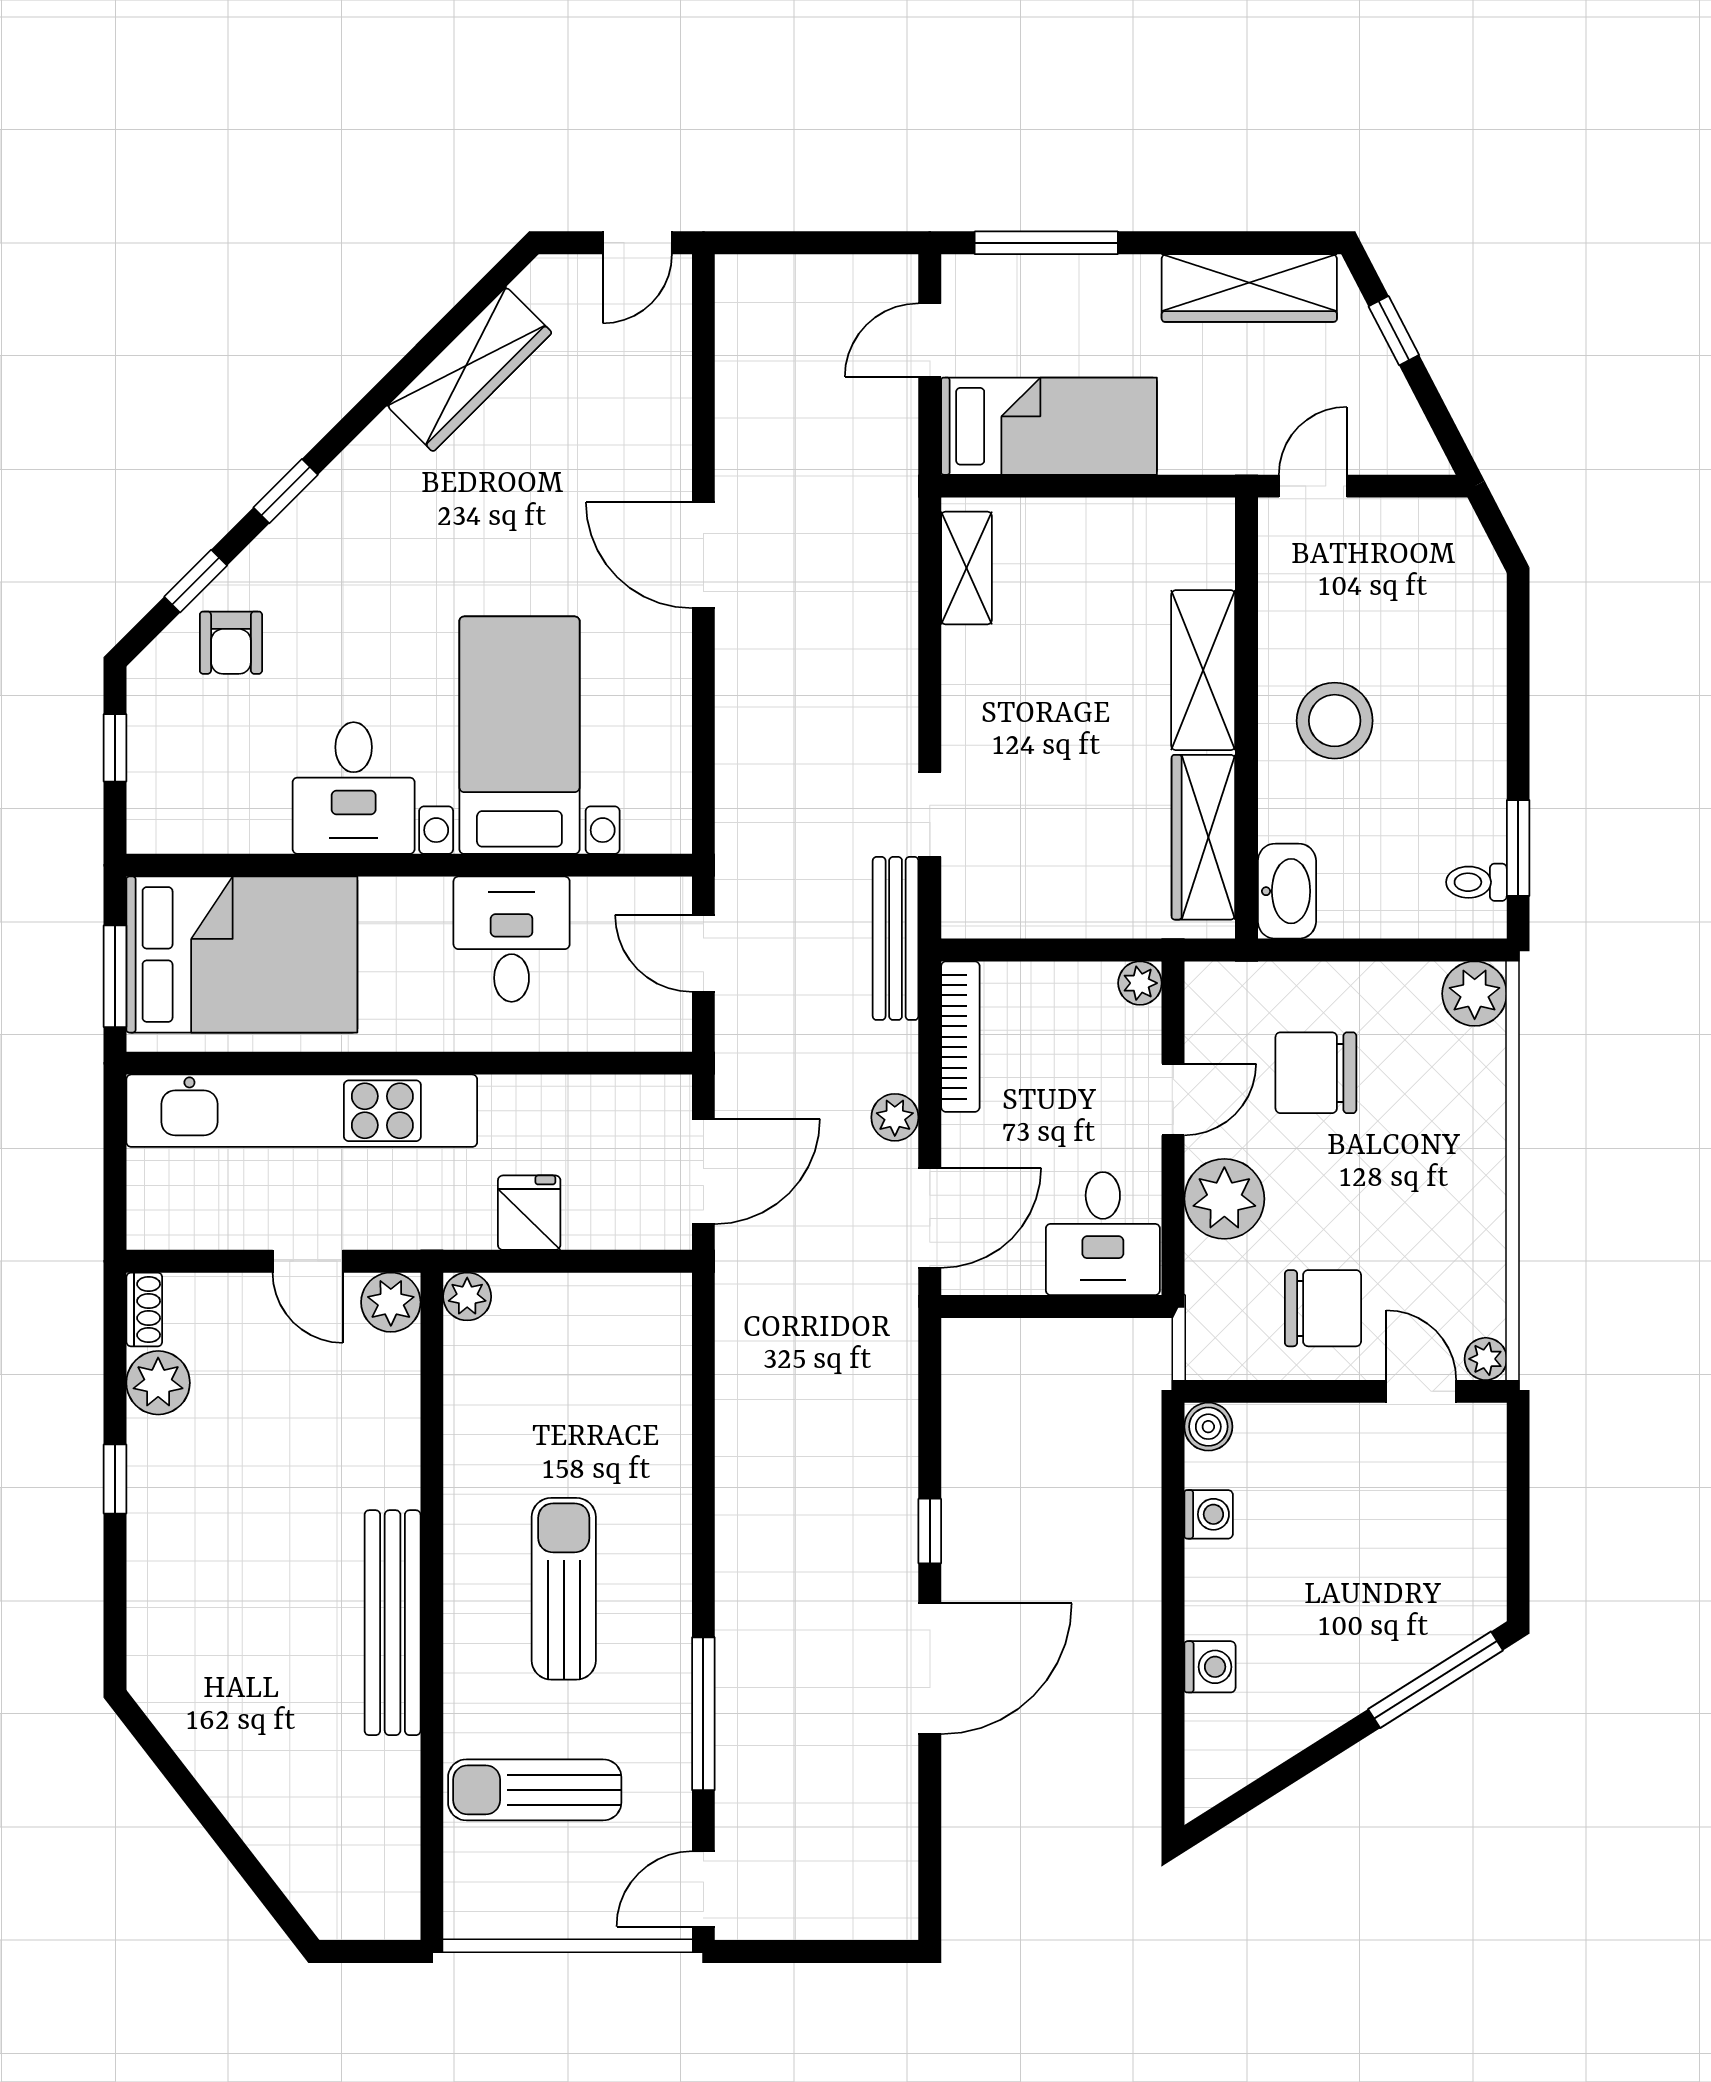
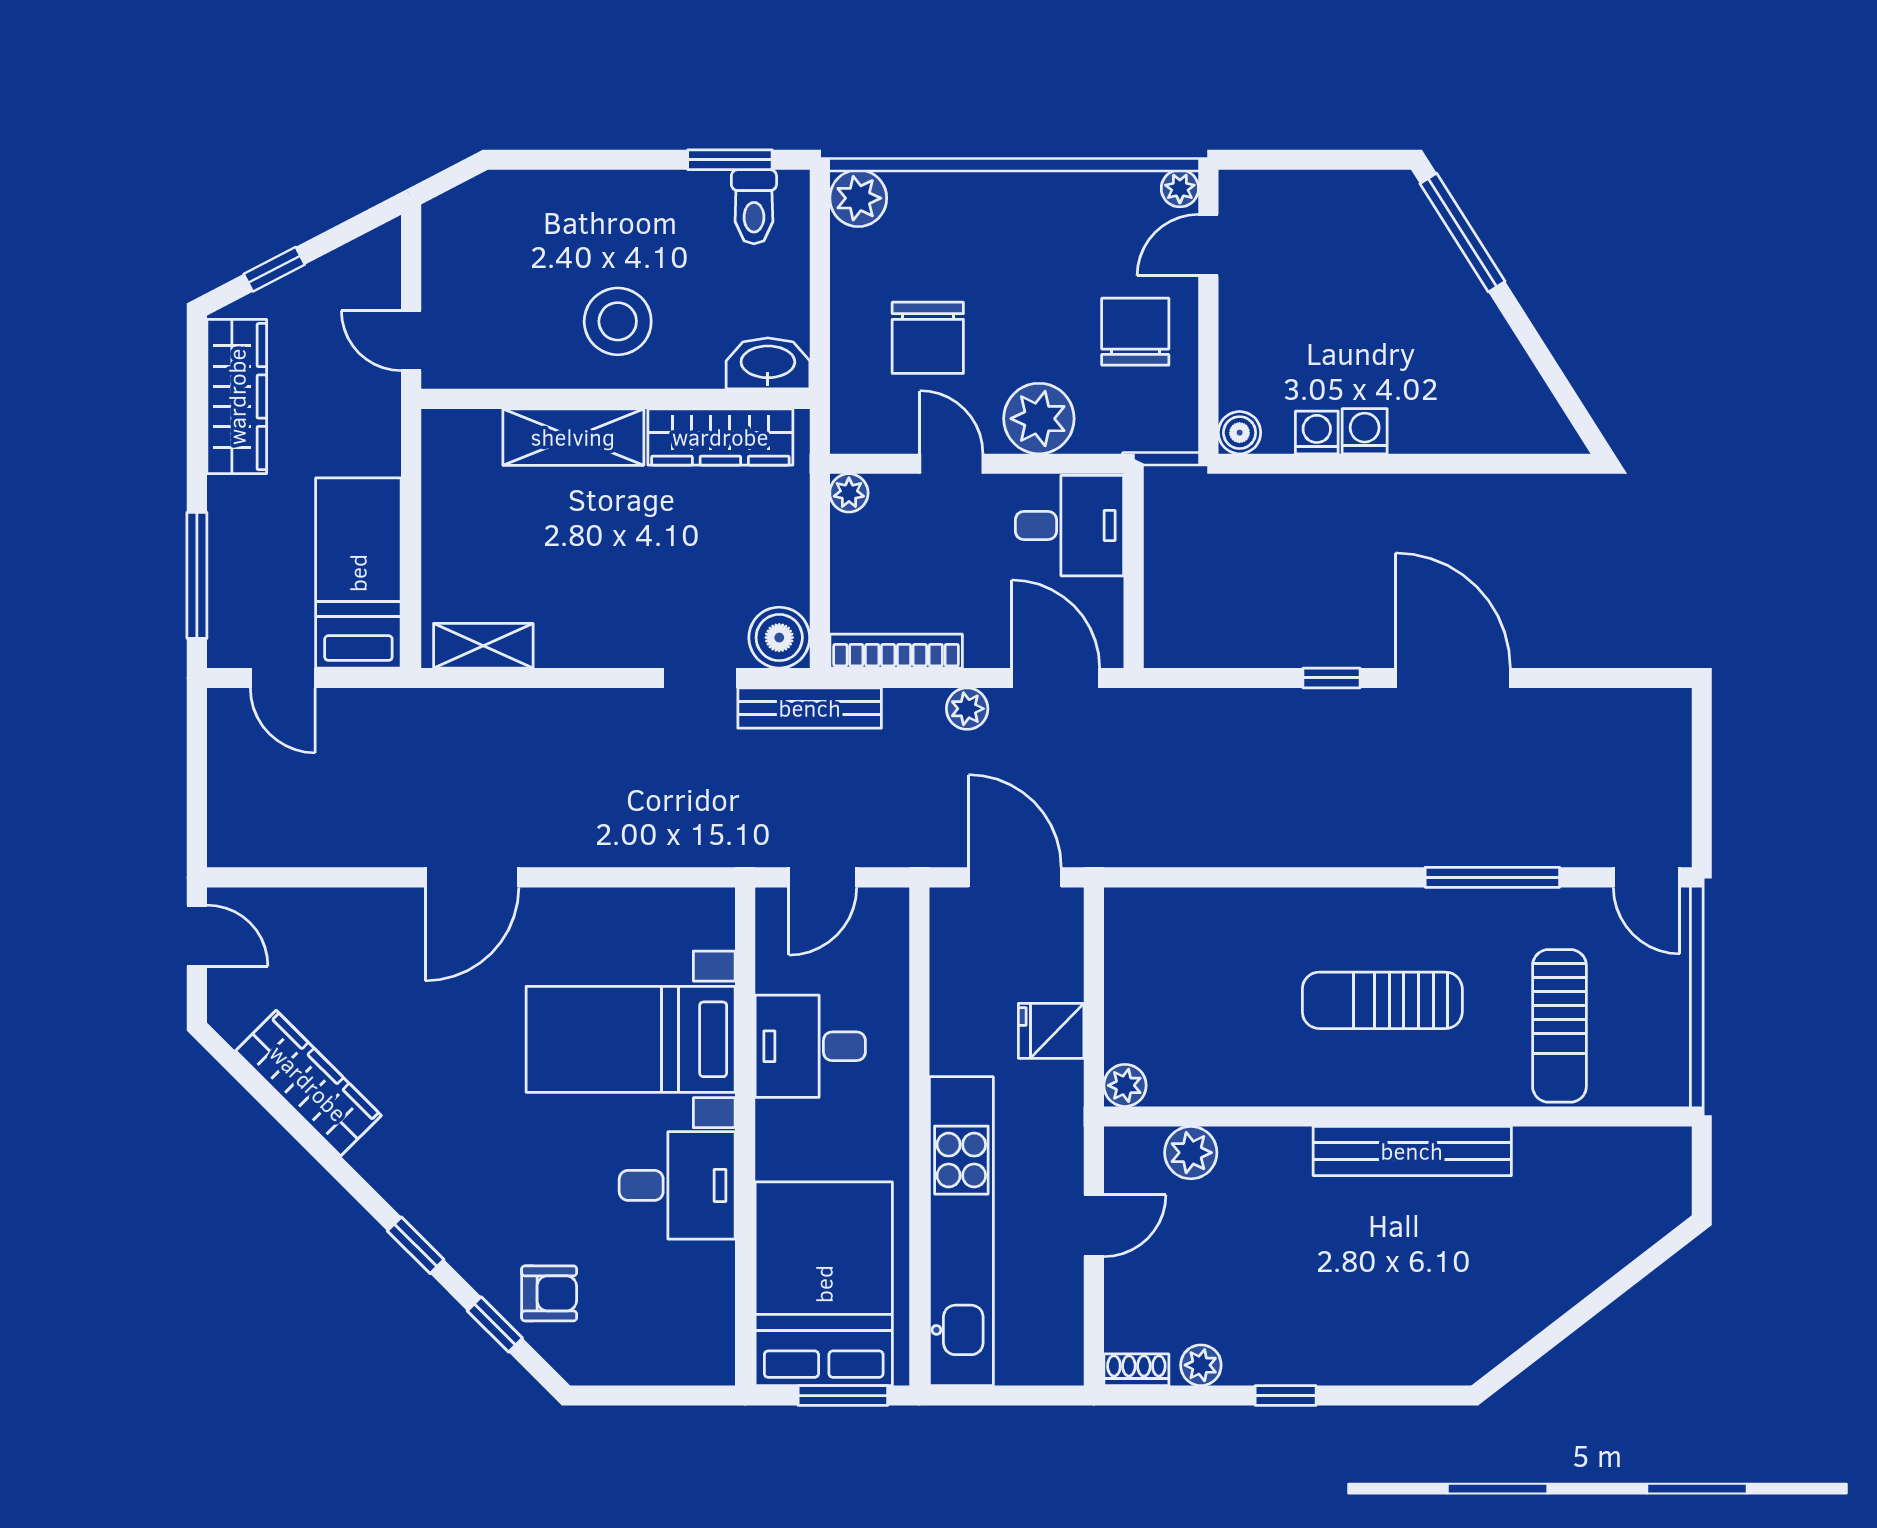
window: (115, 748) -> (642, 1396), removed
toilet: (1476, 882) -> (754, 207), width x1.37, depth x1.39
boiler: (976, 904) -> (779, 638), added
plant: (391, 1302) -> (1191, 1153), moved
plant: (158, 1383) -> (1201, 1365), width x0.73, depth x0.73
washing machine: (1210, 1667) -> (1365, 431), moved

